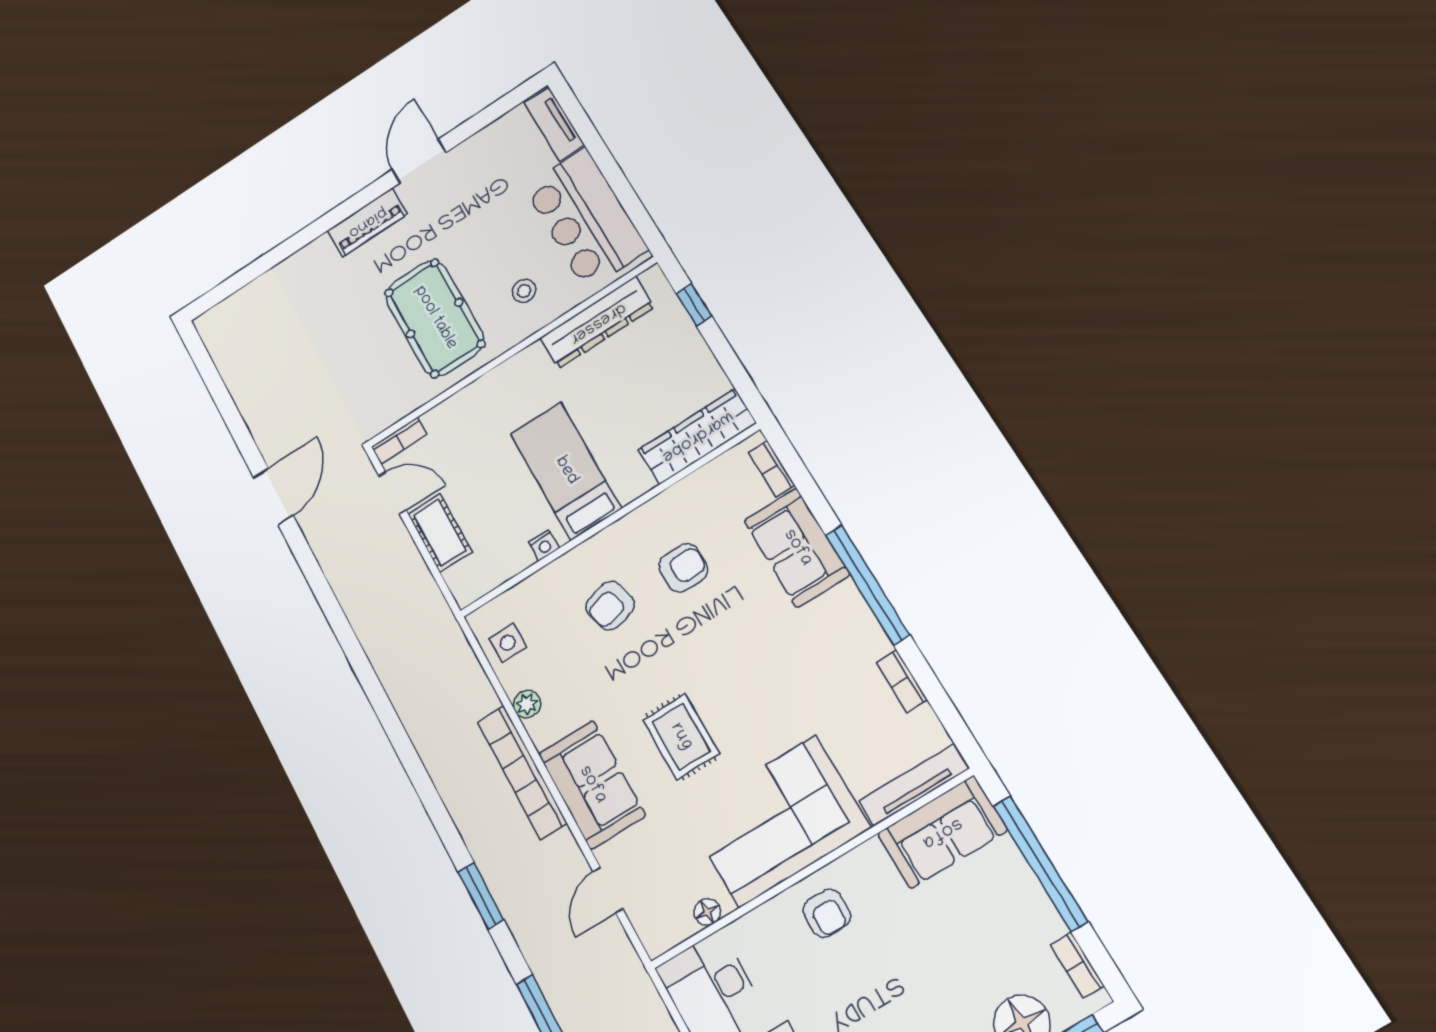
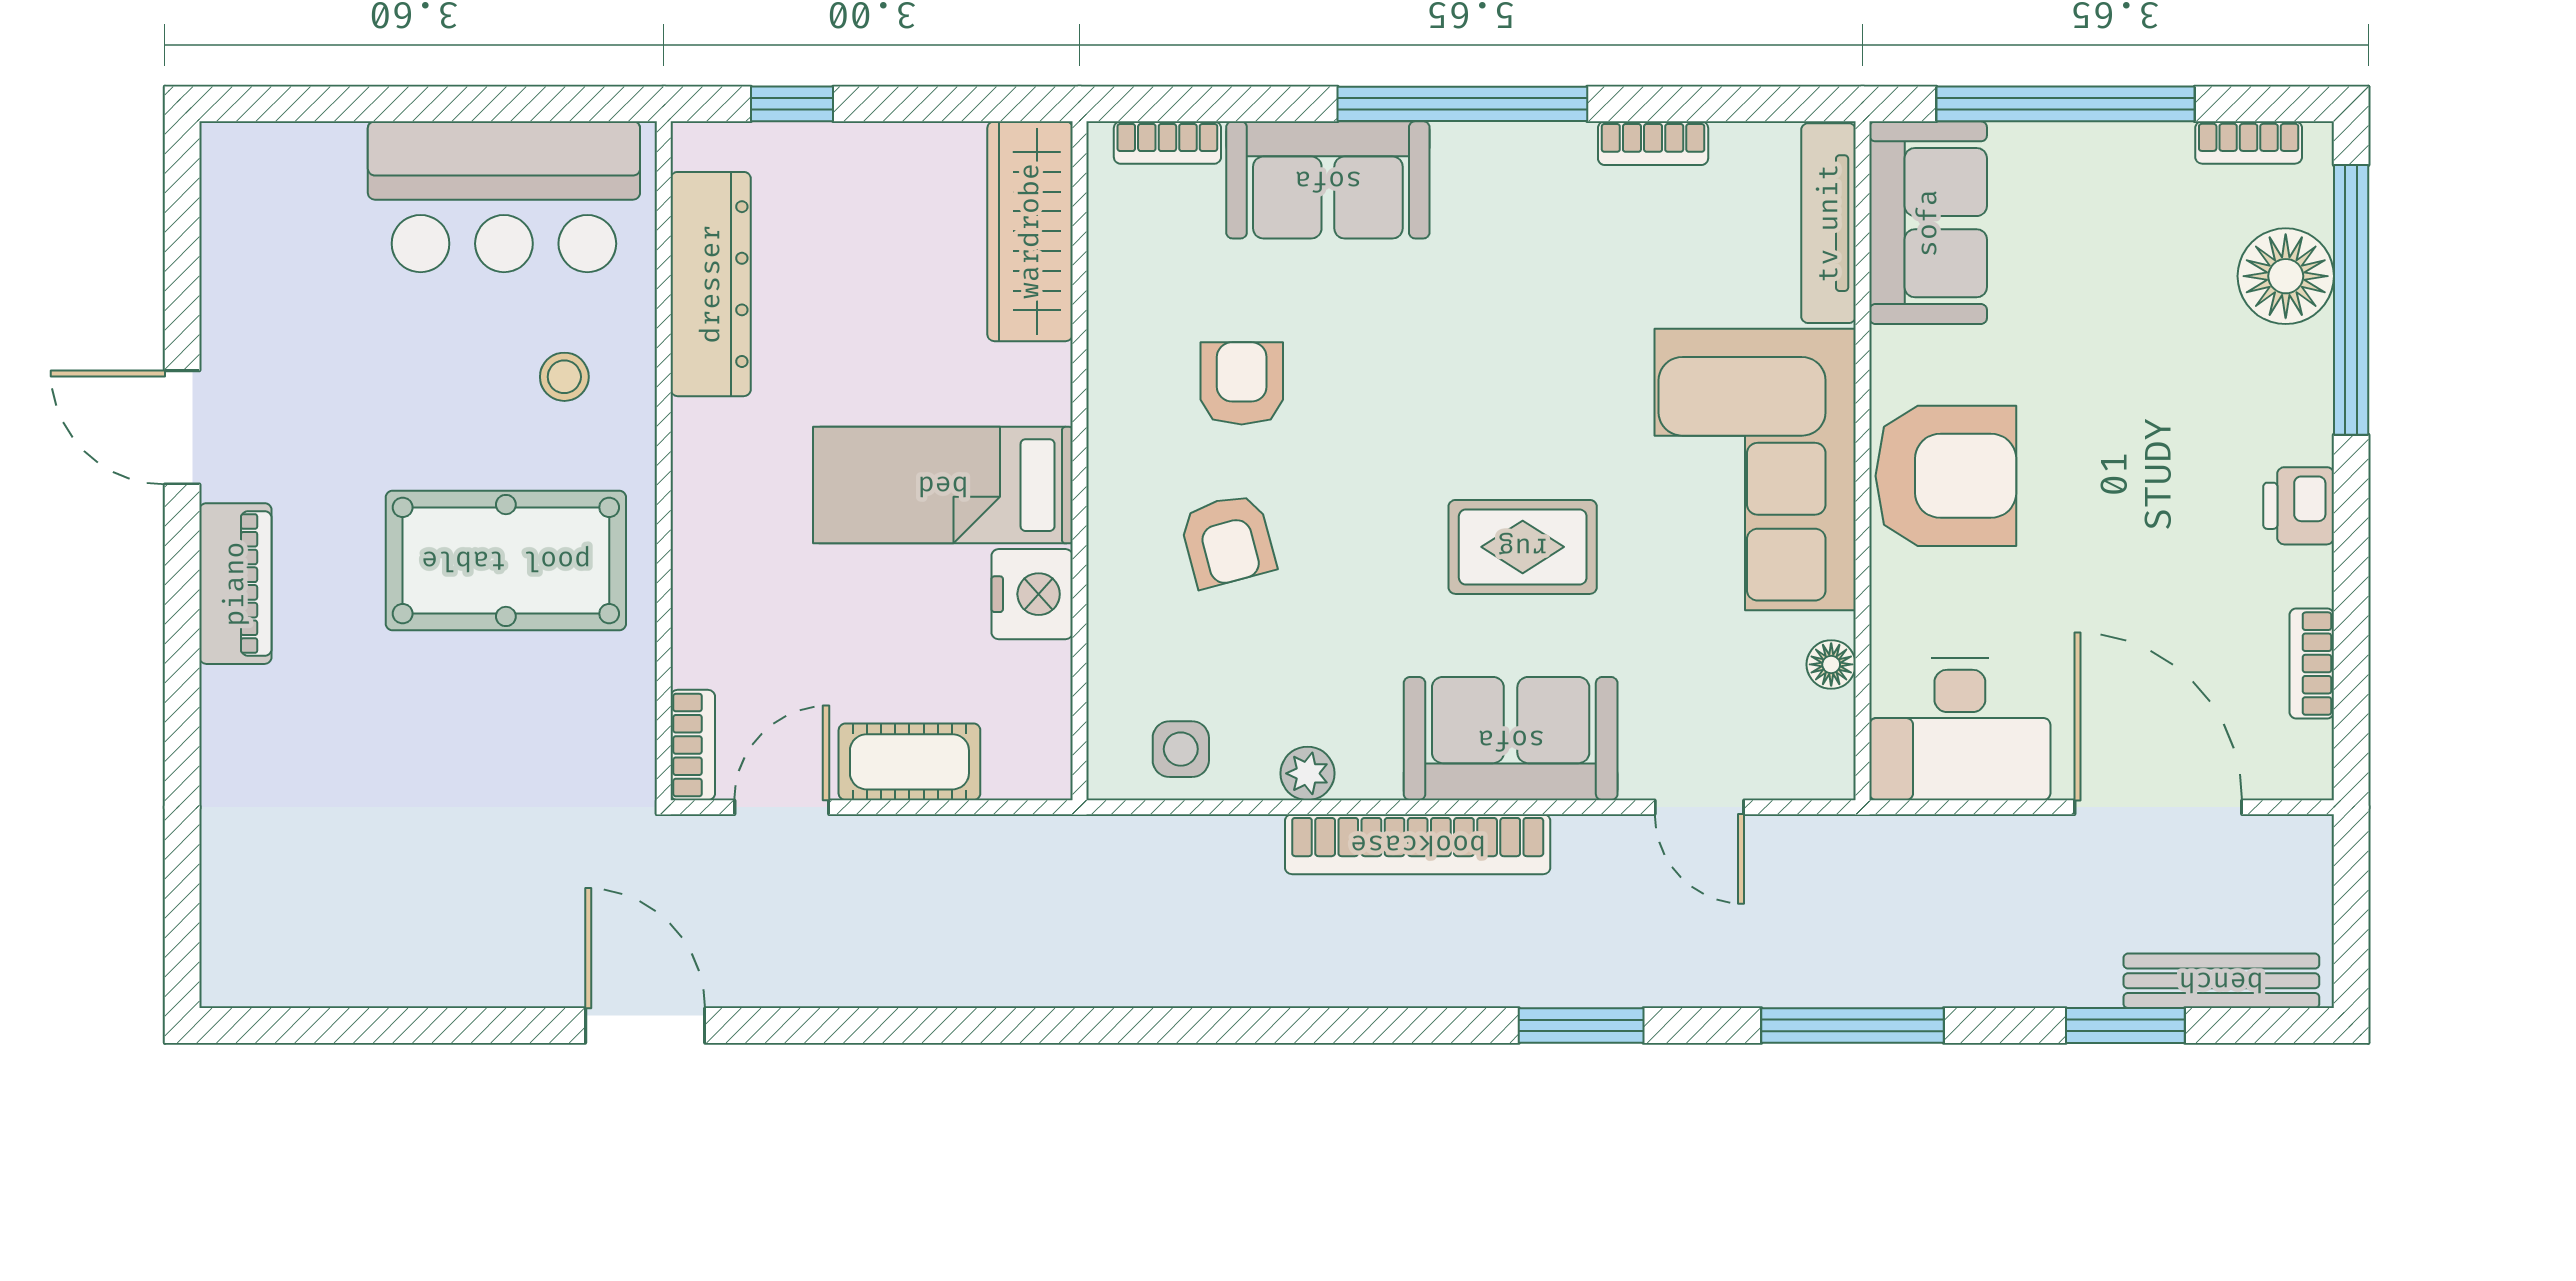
tv unit: (554, 124) -> (284, 151), removed
nightstand: (544, 545) -> (1032, 594), width x1.89, depth x1.79
armchair: (827, 913) -> (1946, 476), width x1.88, depth x1.88

